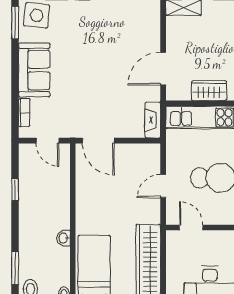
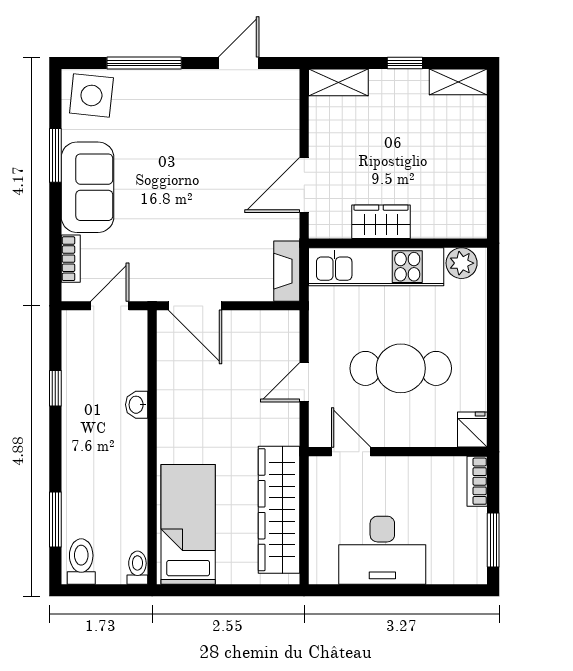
window: (15, 23) -> (55, 155), moved
door: (47, 141) -> (110, 306), swing flipped
washbasin: (63, 238) -> (137, 405), moved

